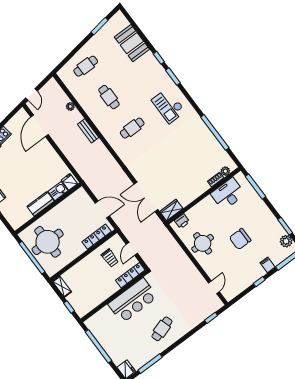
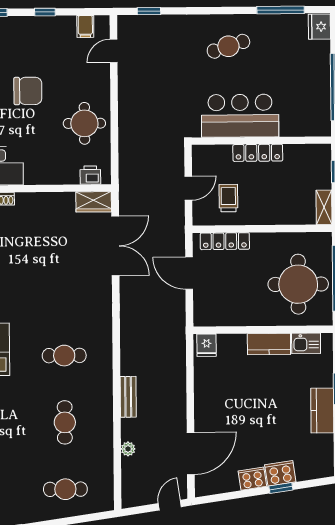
kitchen sink: (58, 191) -> (306, 343), moved
filing cabinet: (268, 265) -> (85, 26), moved
locker: (130, 275) -> (258, 153), moved

